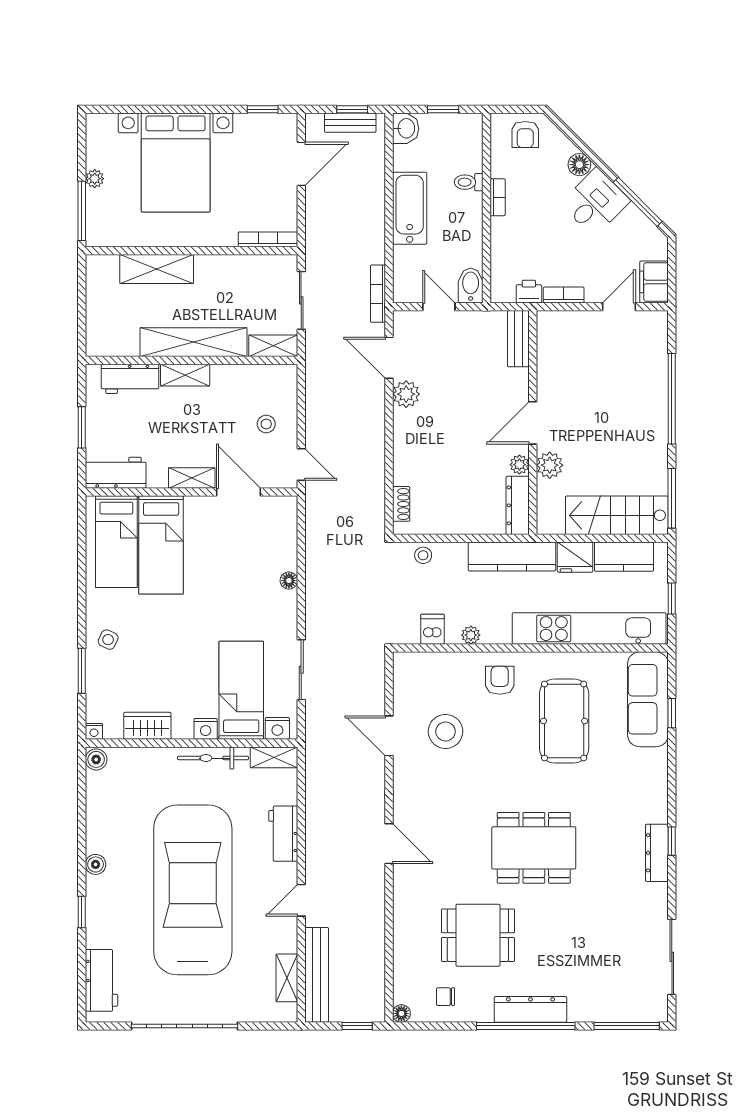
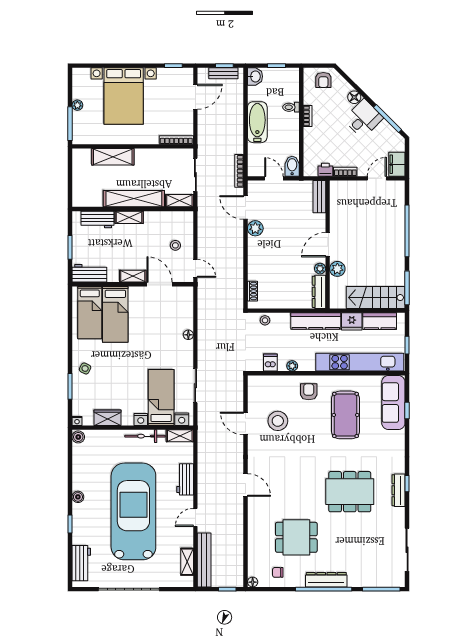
dining table: (534, 848) -> (350, 492), moved

